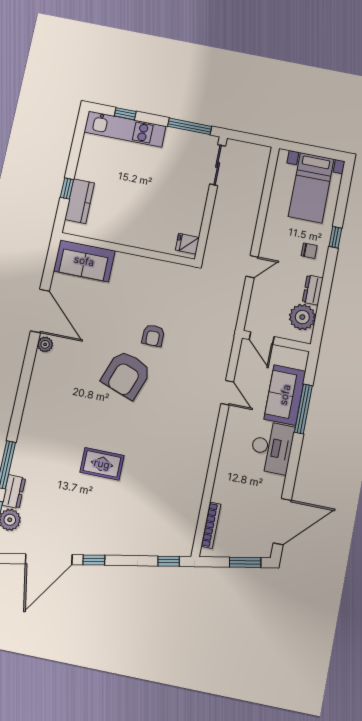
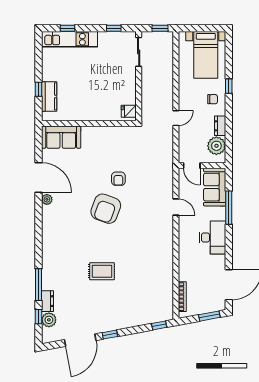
window: (190, 126) -> (114, 28), width x0.46
window: (254, 139) -> (160, 28), added
sofa: (285, 395) -> (215, 187), moved

